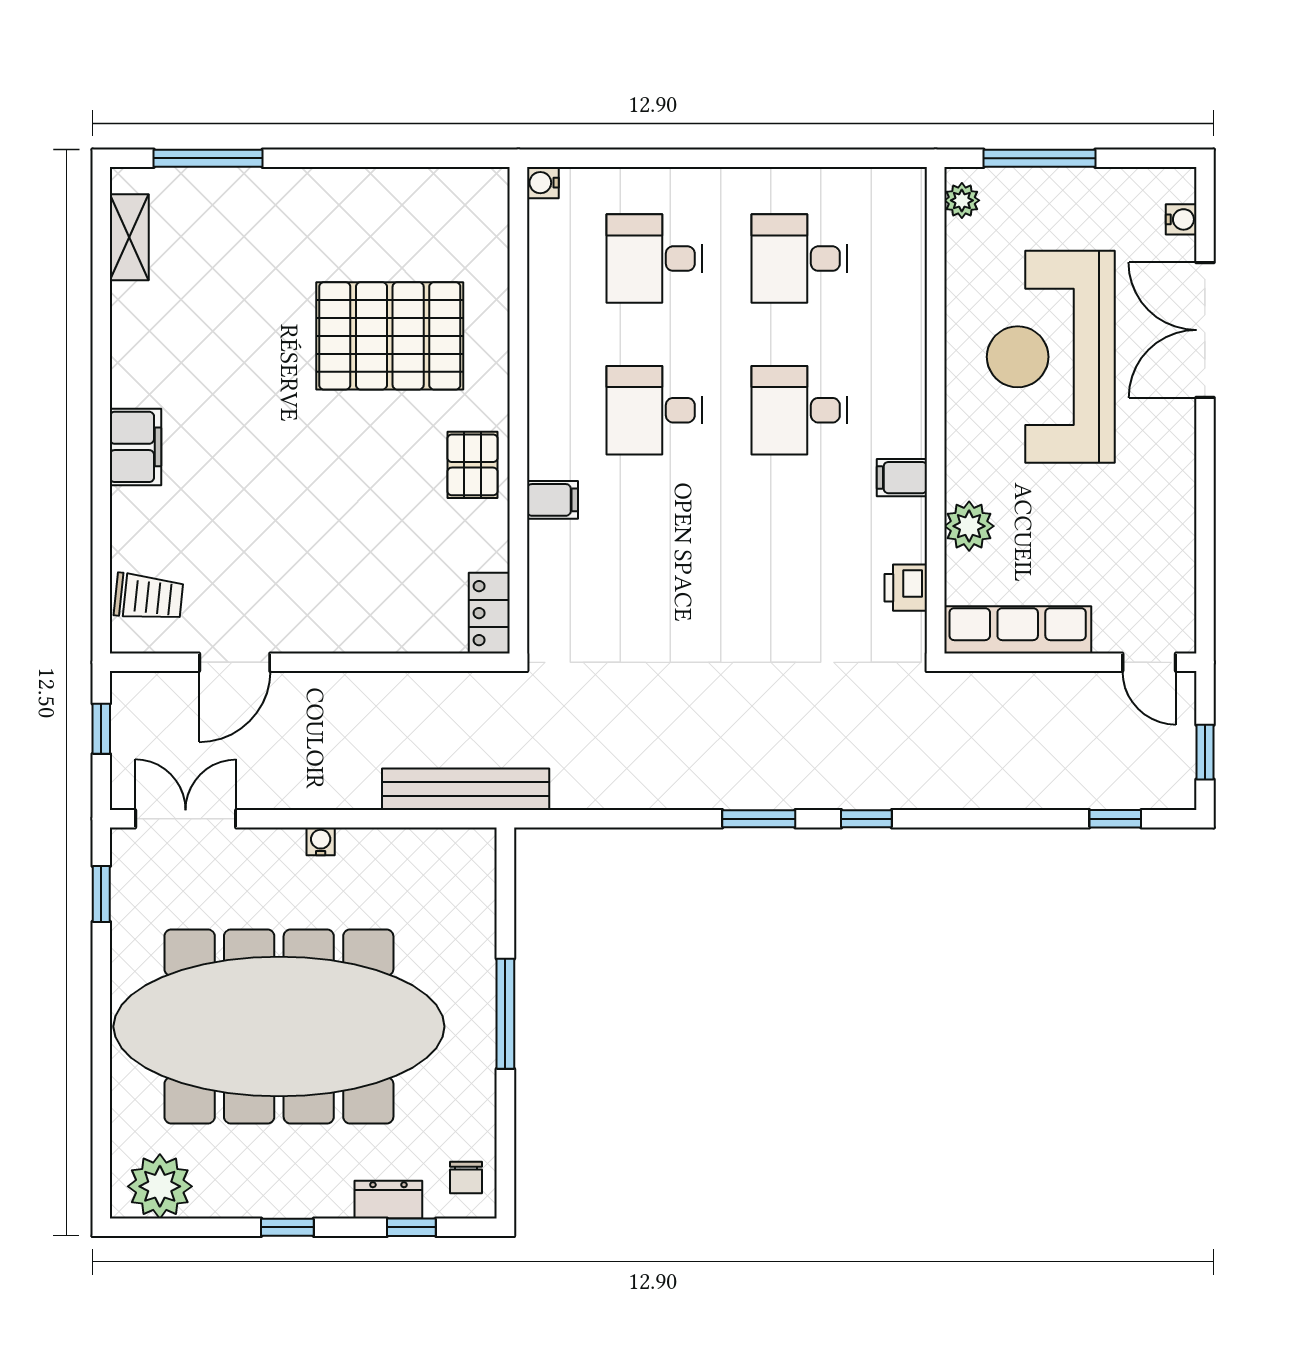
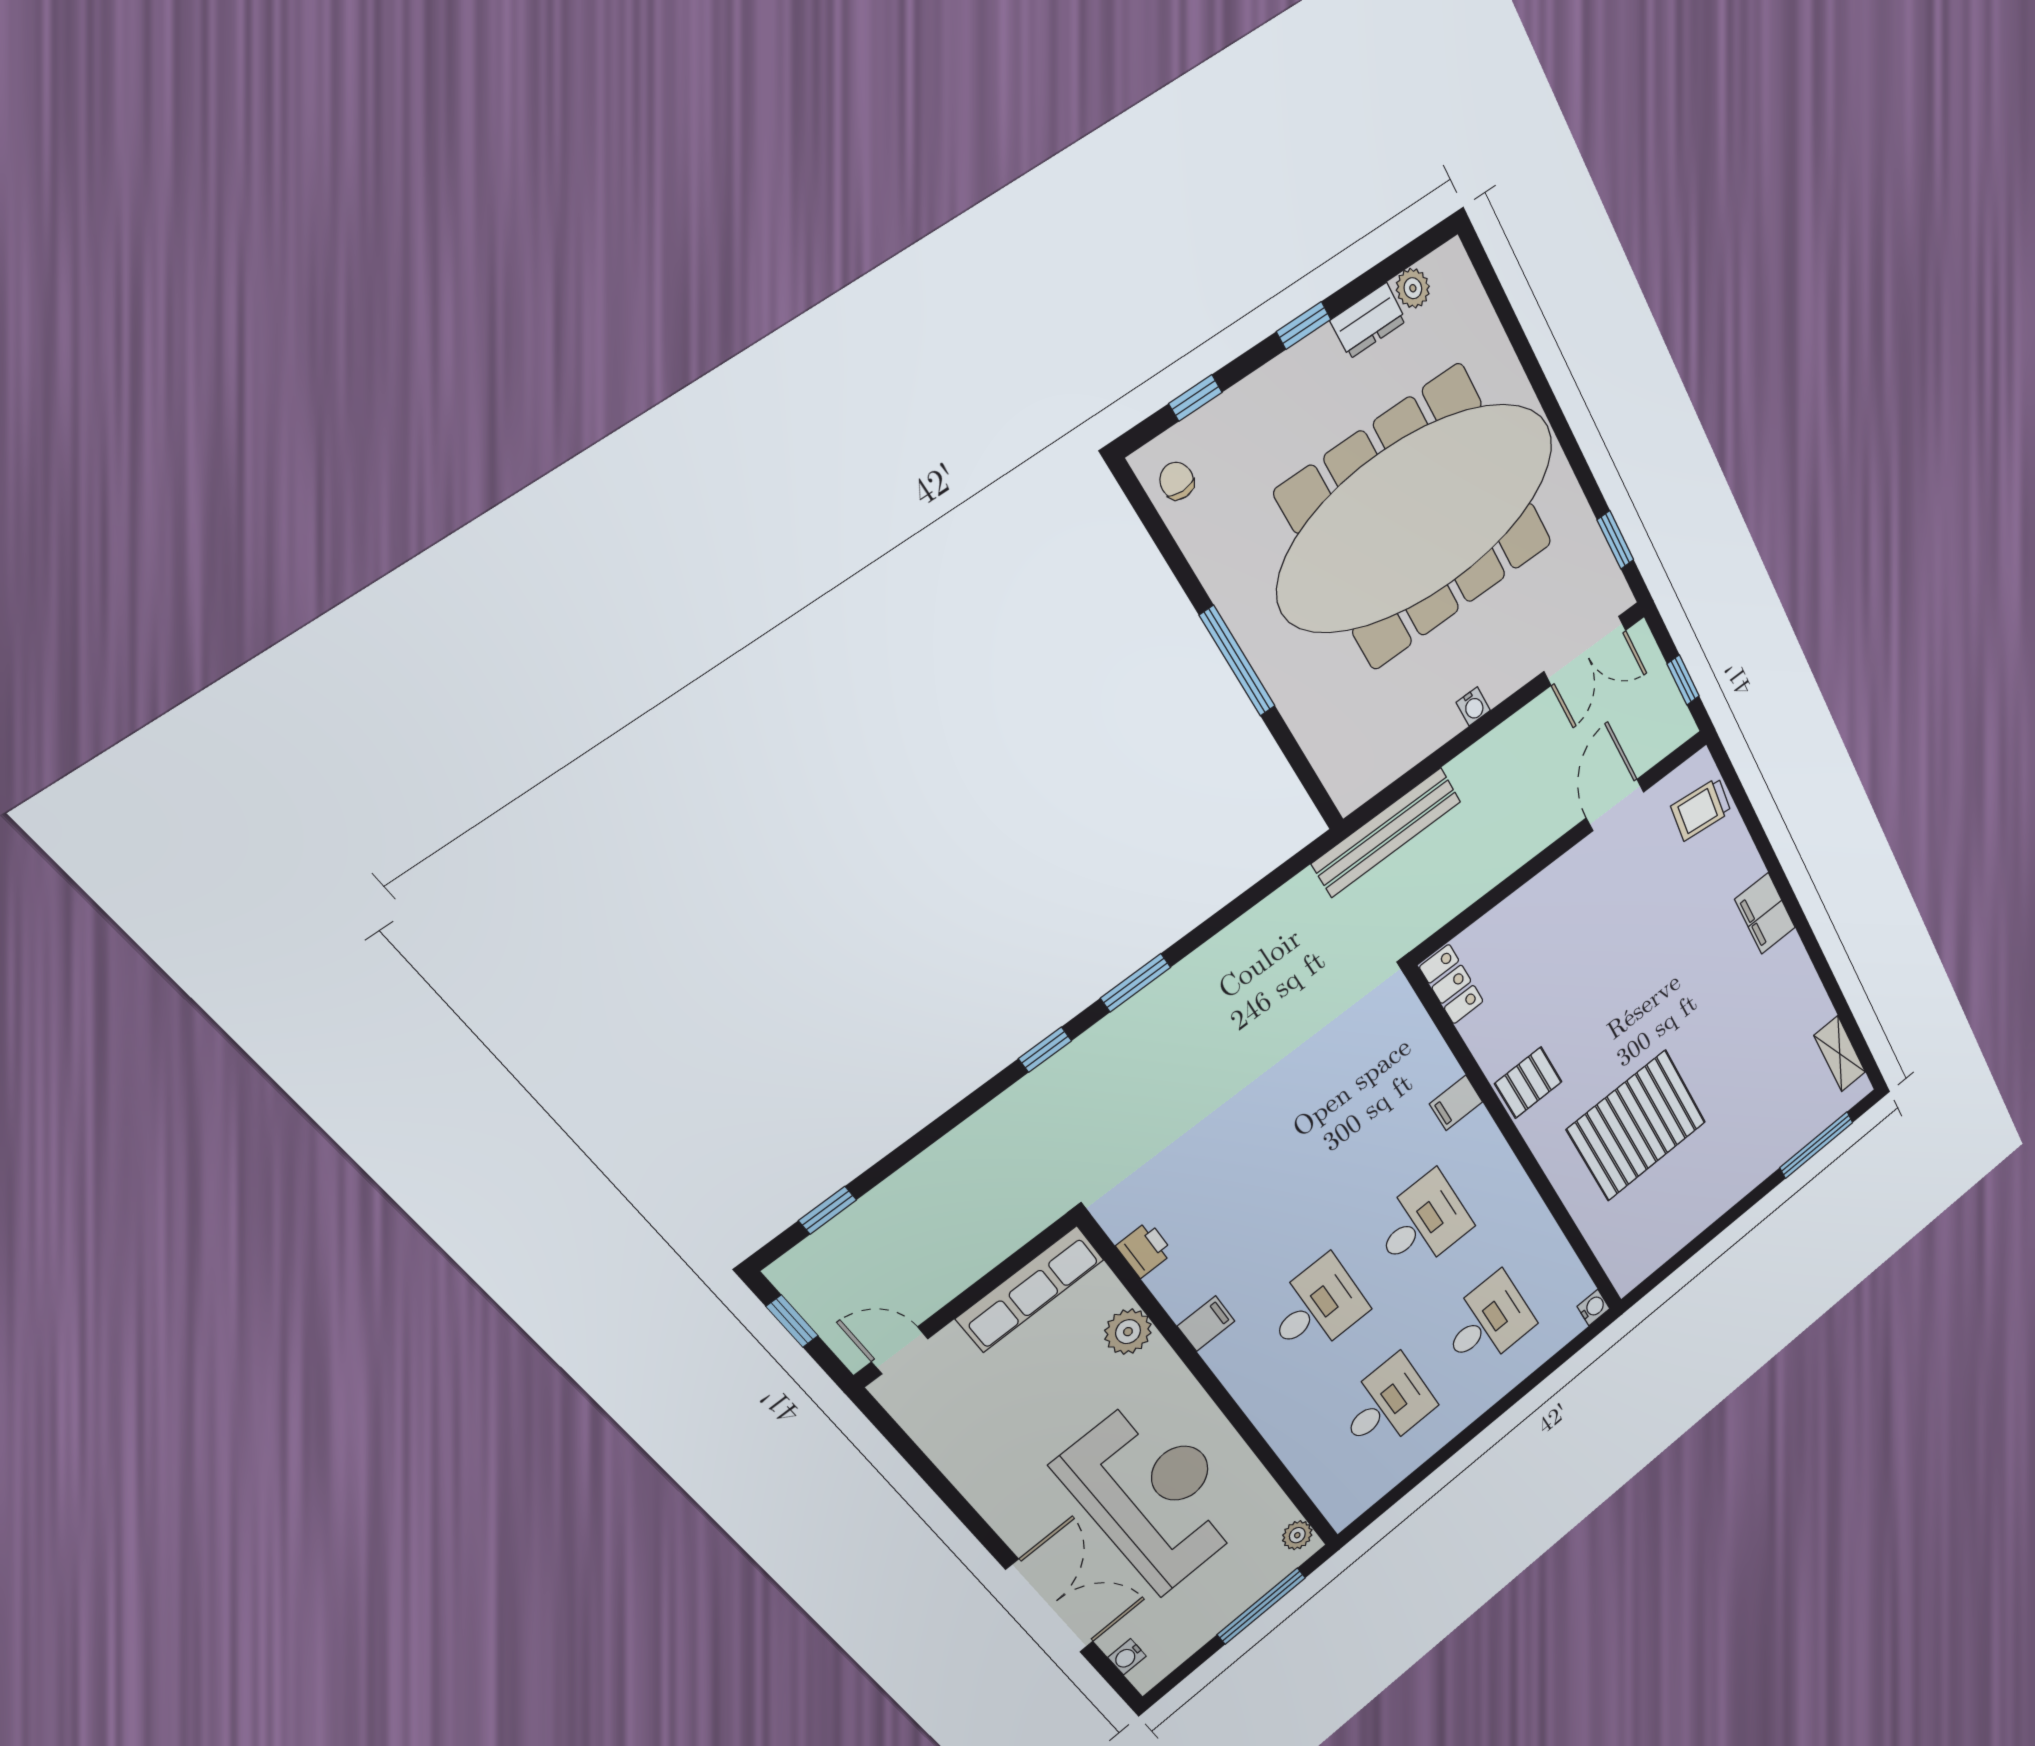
pallet: (472, 465) -> (1528, 1083), turned 90
plant: (160, 1186) -> (1413, 288), width x0.53, depth x0.53
dresser: (388, 1200) -> (1368, 321), moved

